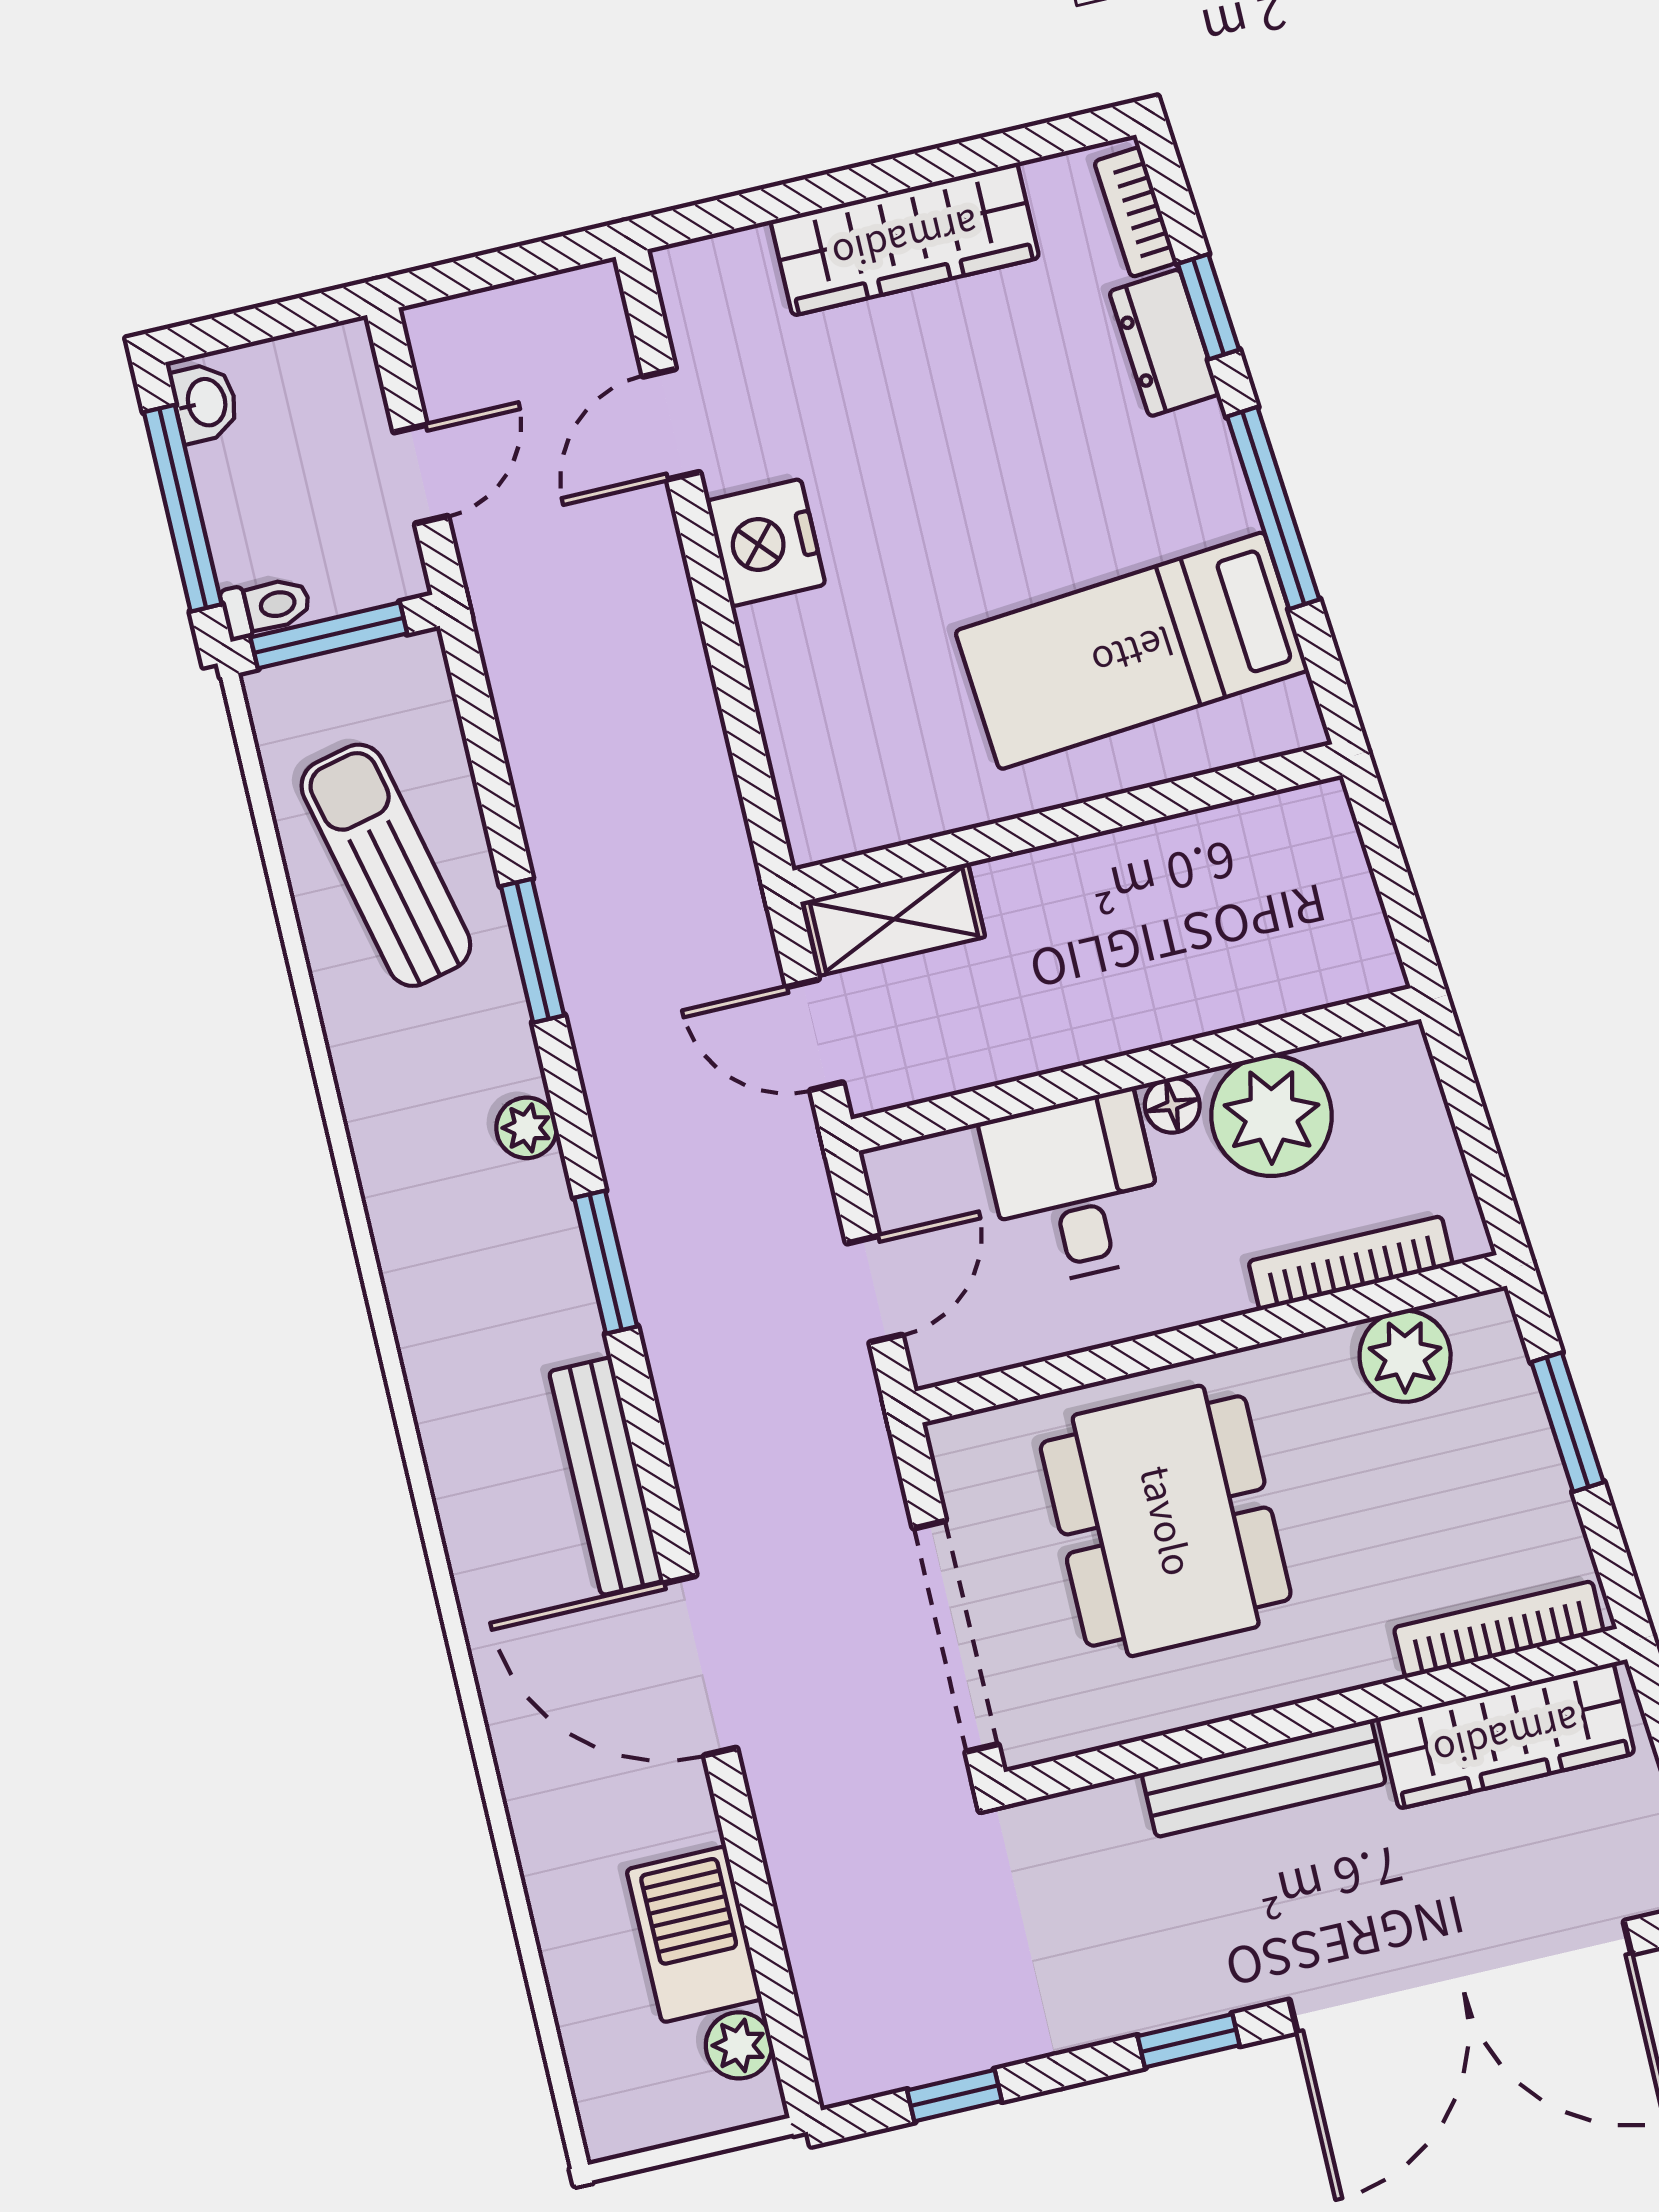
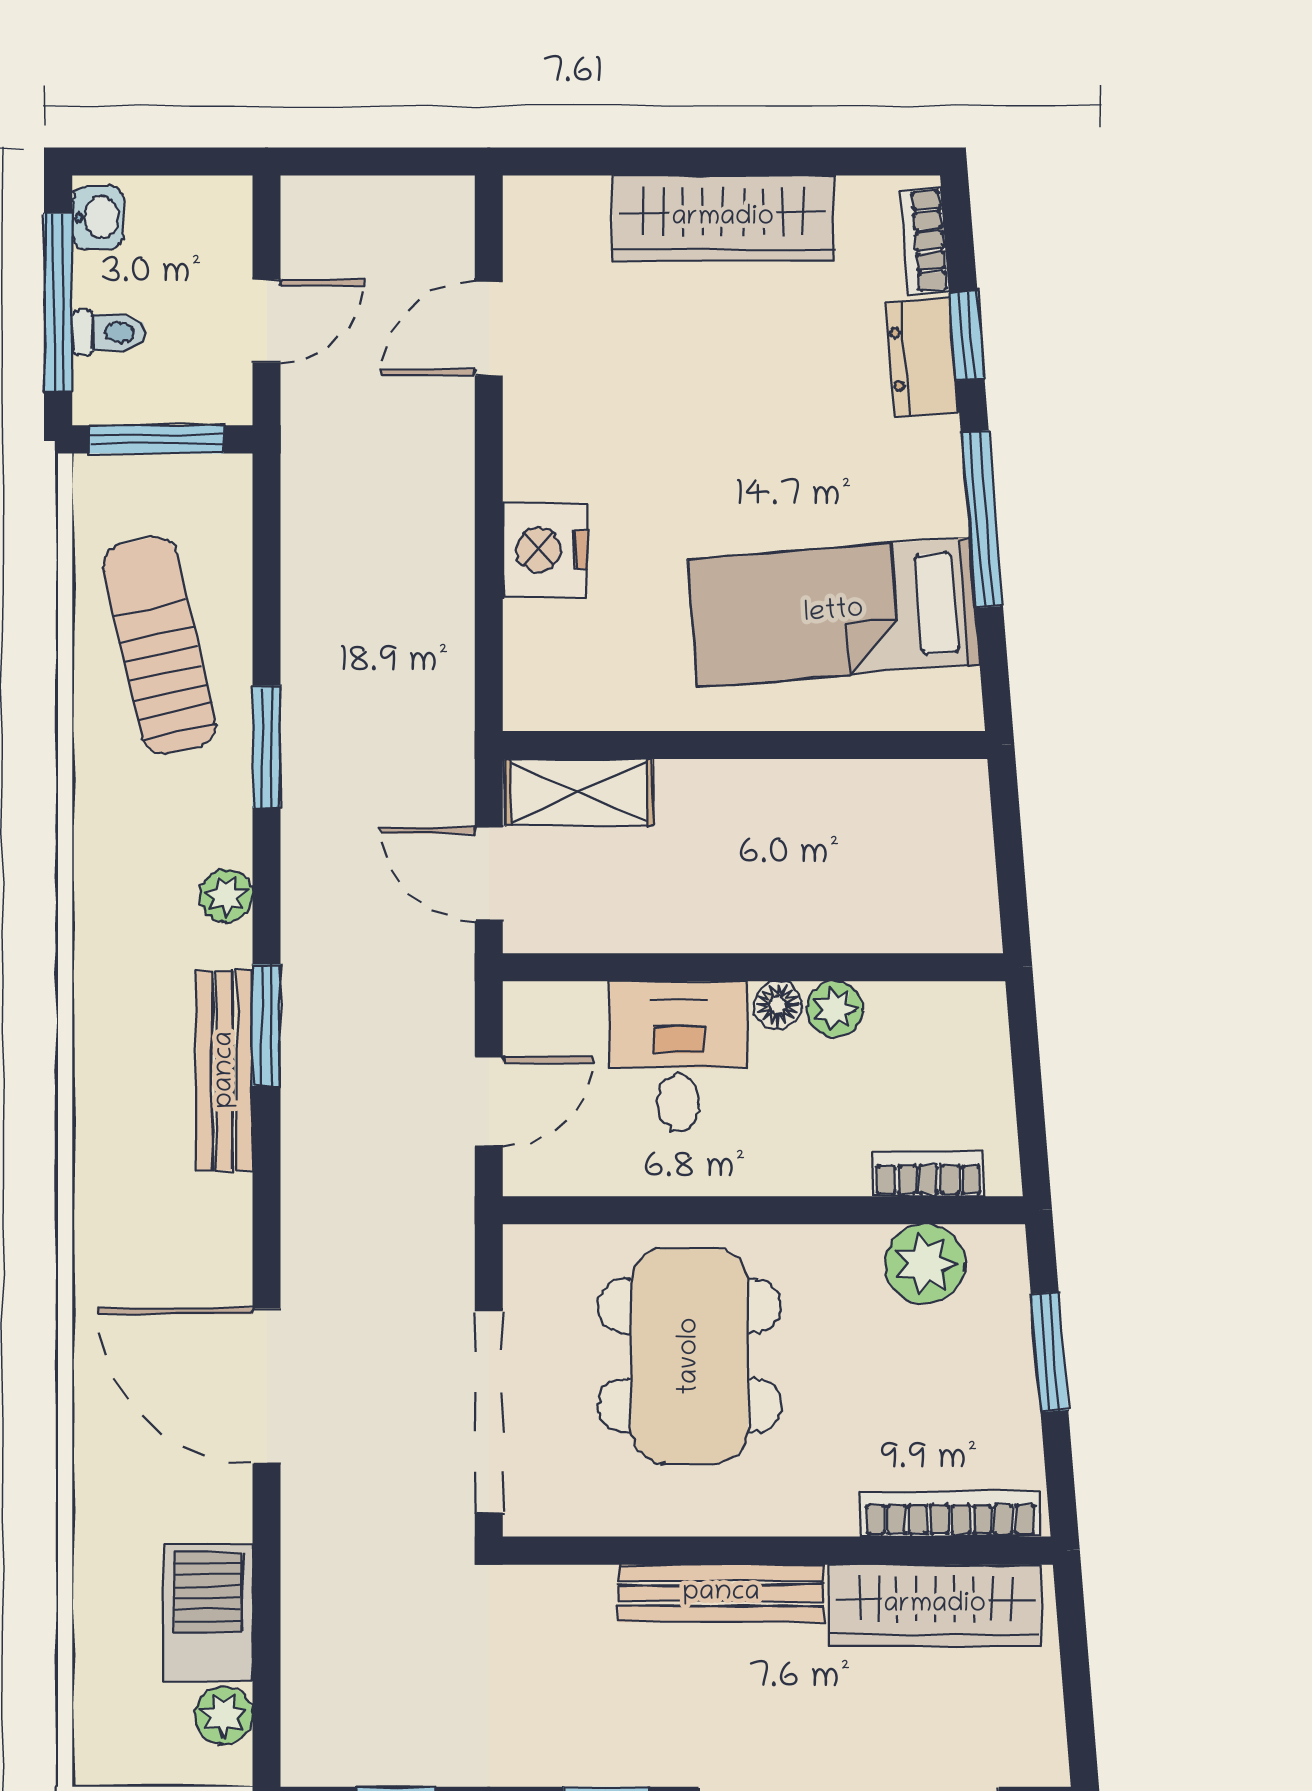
nightstand: (766, 543) -> (545, 550), moved
toilet: (266, 607) -> (109, 333), moved
plant: (1272, 1116) -> (835, 1009), width x0.53, depth x0.53
bookcase: (1351, 1263) -> (929, 1174), width x0.64
bench: (606, 1476) -> (225, 1070), moved

